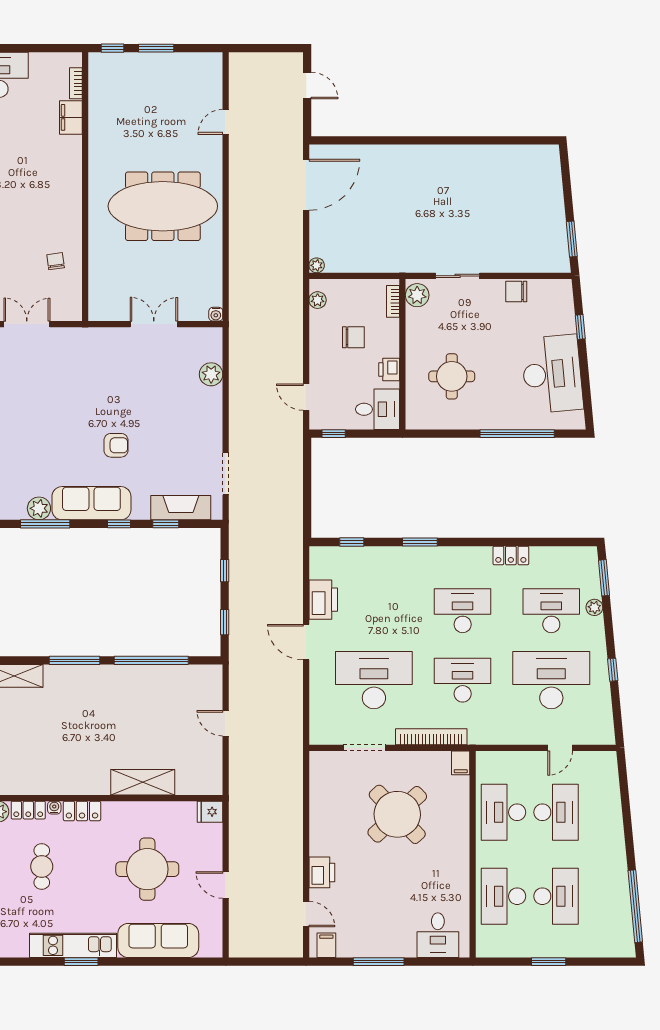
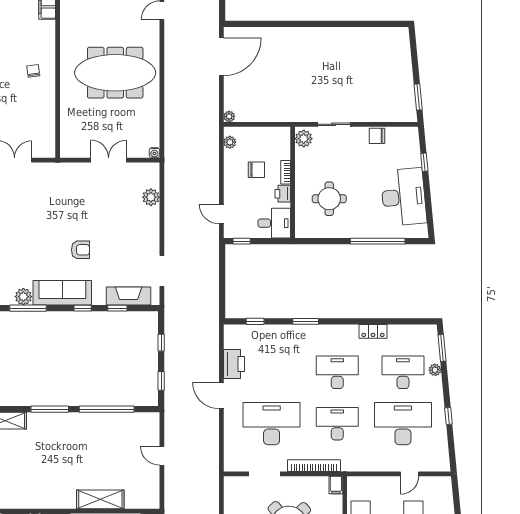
chair: (56, 261) -> (33, 71), moved
bookcase: (393, 301) -> (286, 172), moved

